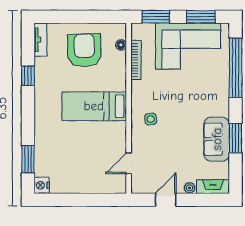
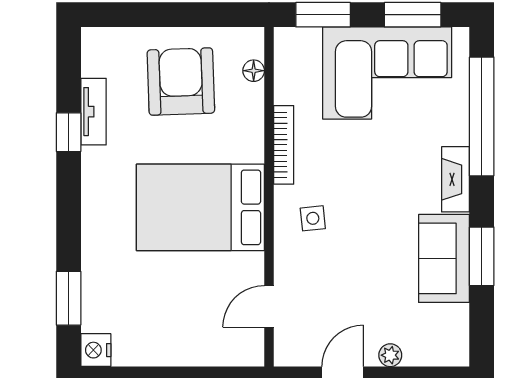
tv unit: (40, 40) -> (93, 112), moved
bookcase: (136, 60) -> (284, 145), moved
bed: (94, 106) -> (200, 207), width x1.50
fireplace: (213, 187) -> (456, 179), moved, turned -90

